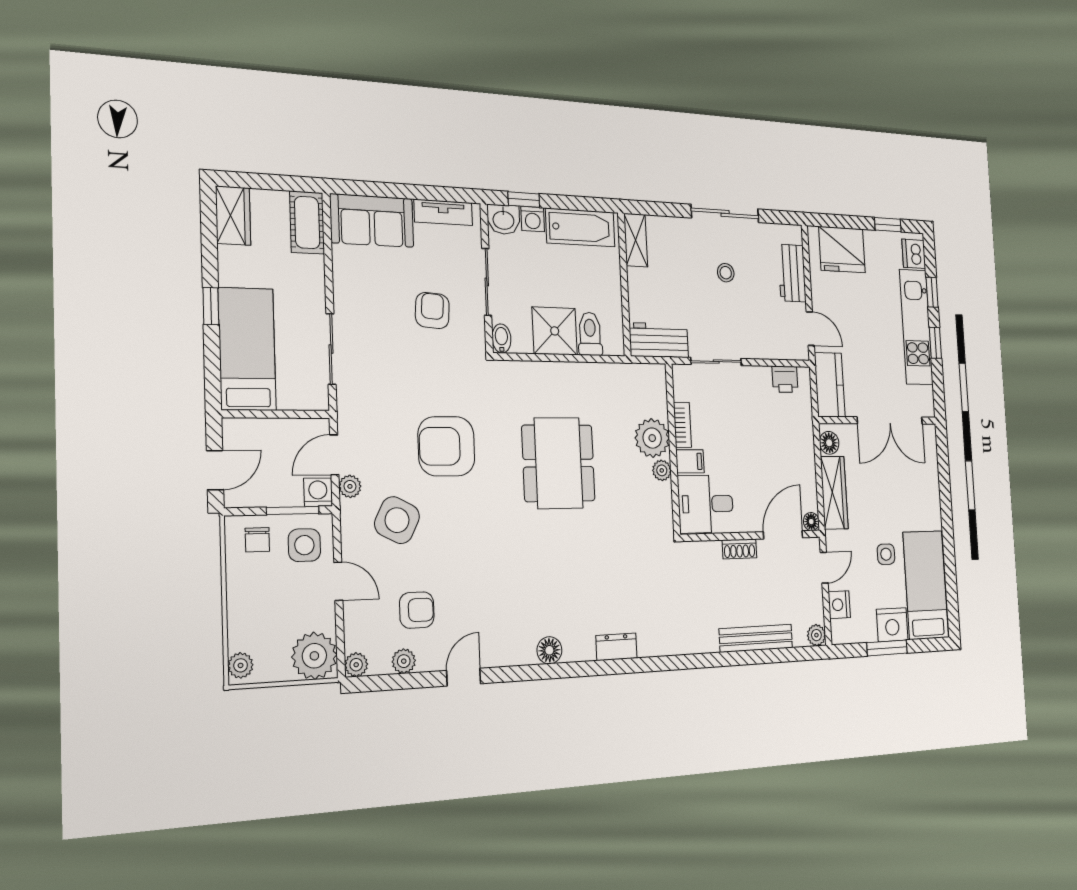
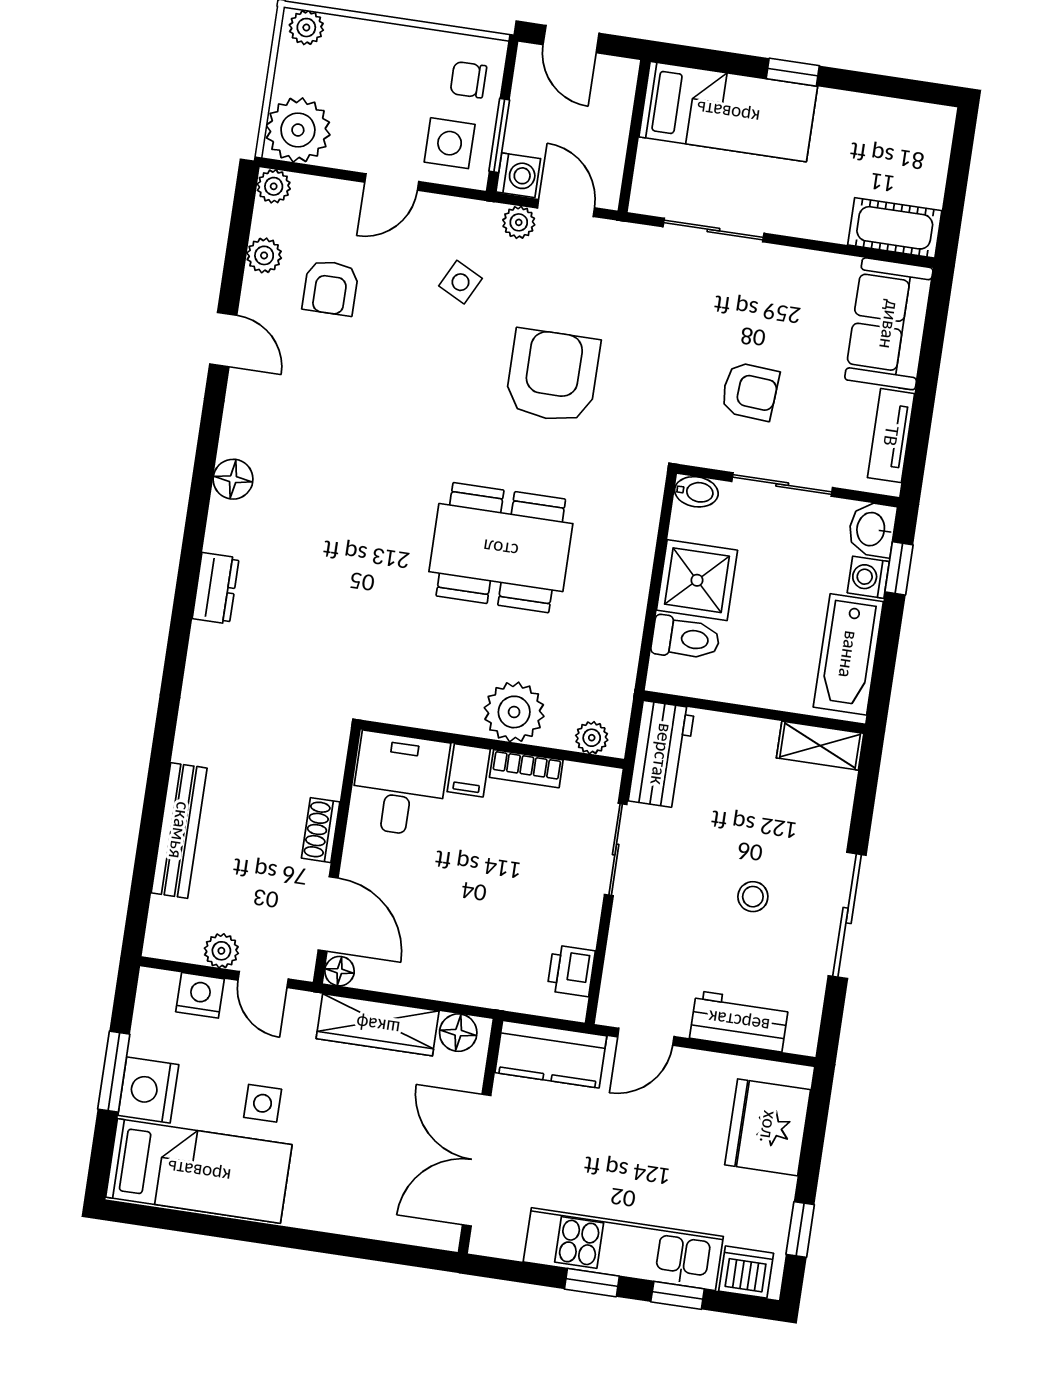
wardrobe: (233, 216) -> (914, 125), removed
plant: (662, 470) -> (592, 738), moved
side table: (397, 520) -> (461, 282), width x0.54, depth x0.54
plant: (816, 635) -> (221, 951), moved

